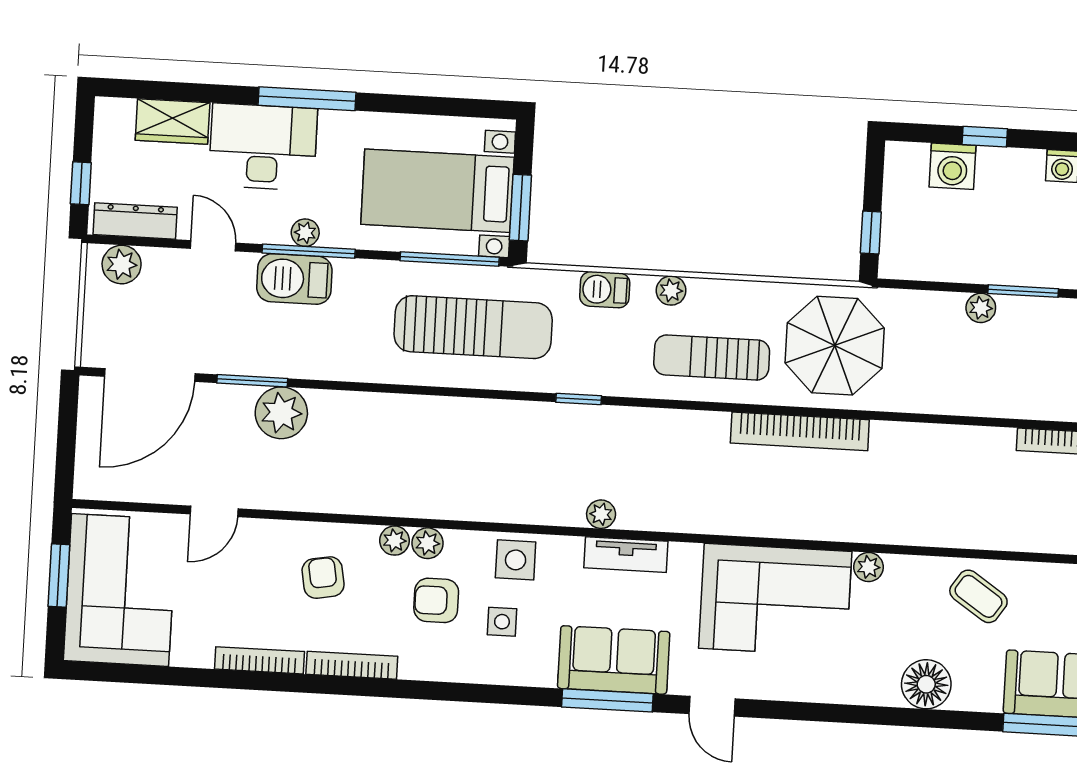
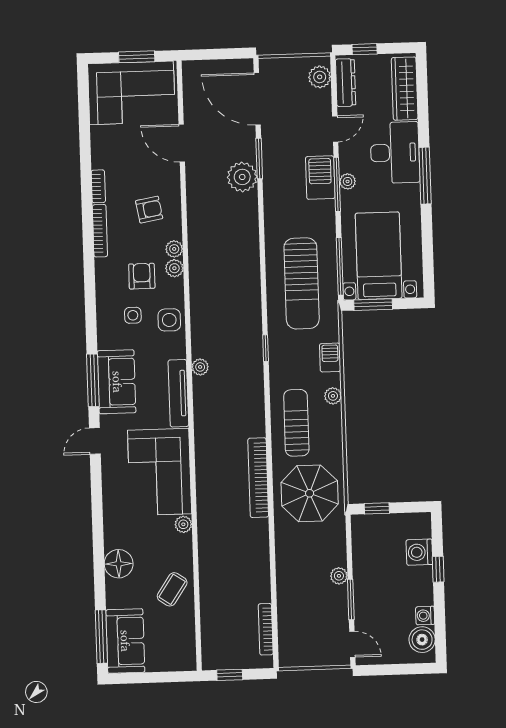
wardrobe: (173, 121) -> (405, 89), width x1.50
door: (214, 511) -> (182, 143), width x1.38
tv unit: (626, 555) -> (178, 393), width x1.41
bookcase: (259, 660) -> (98, 186), width x0.64

